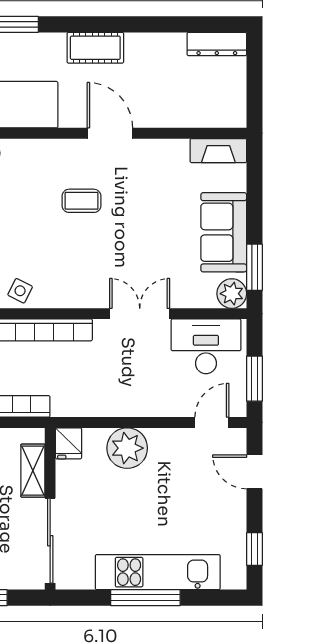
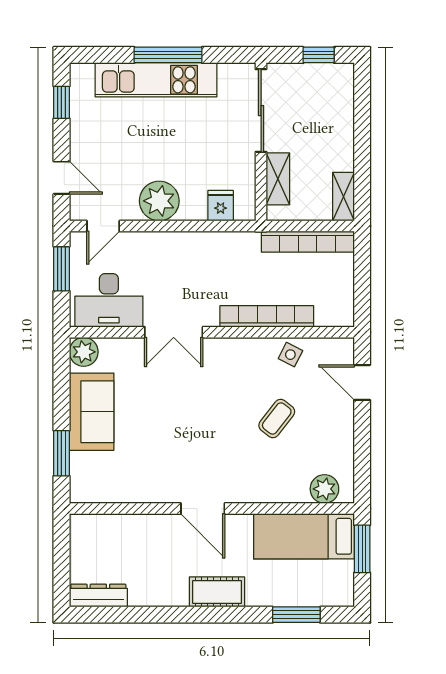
fireplace: (218, 151) -> (97, 492), removed
coffee table: (81, 201) -> (277, 418), moved, turned -52
window: (255, 267) -> (61, 453), moved
fridge: (69, 443) -> (221, 206), moved
plant: (127, 448) -> (159, 201), moved

